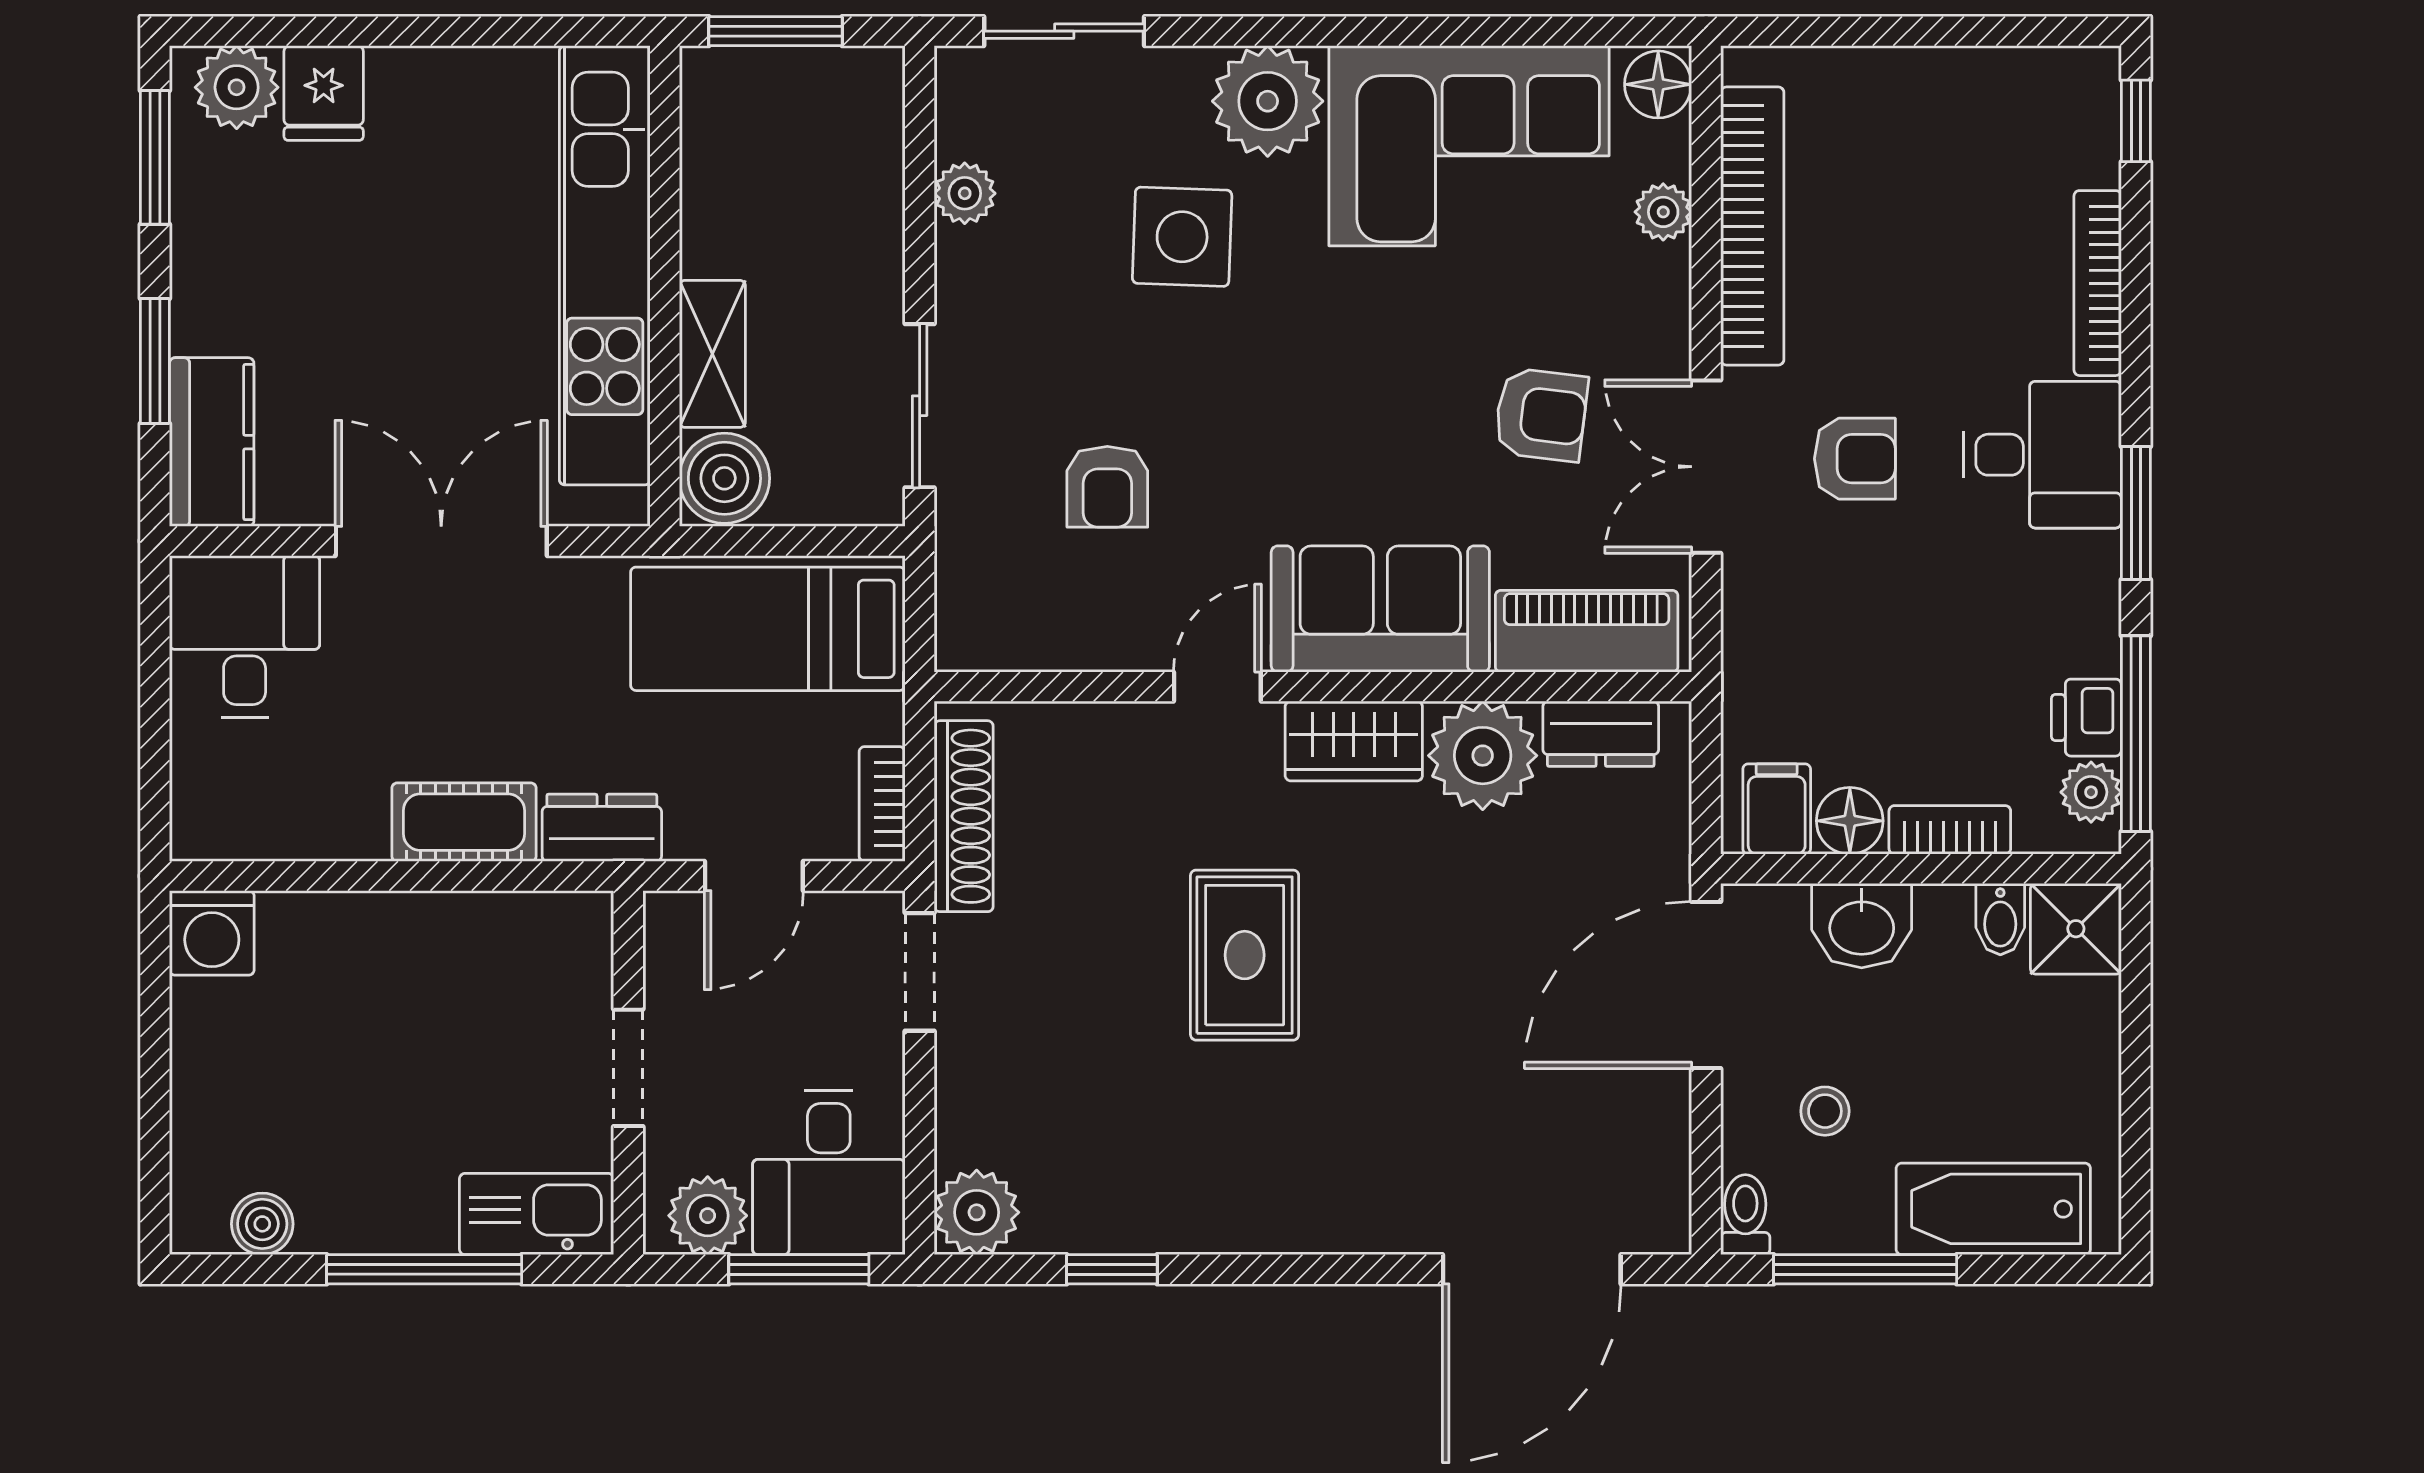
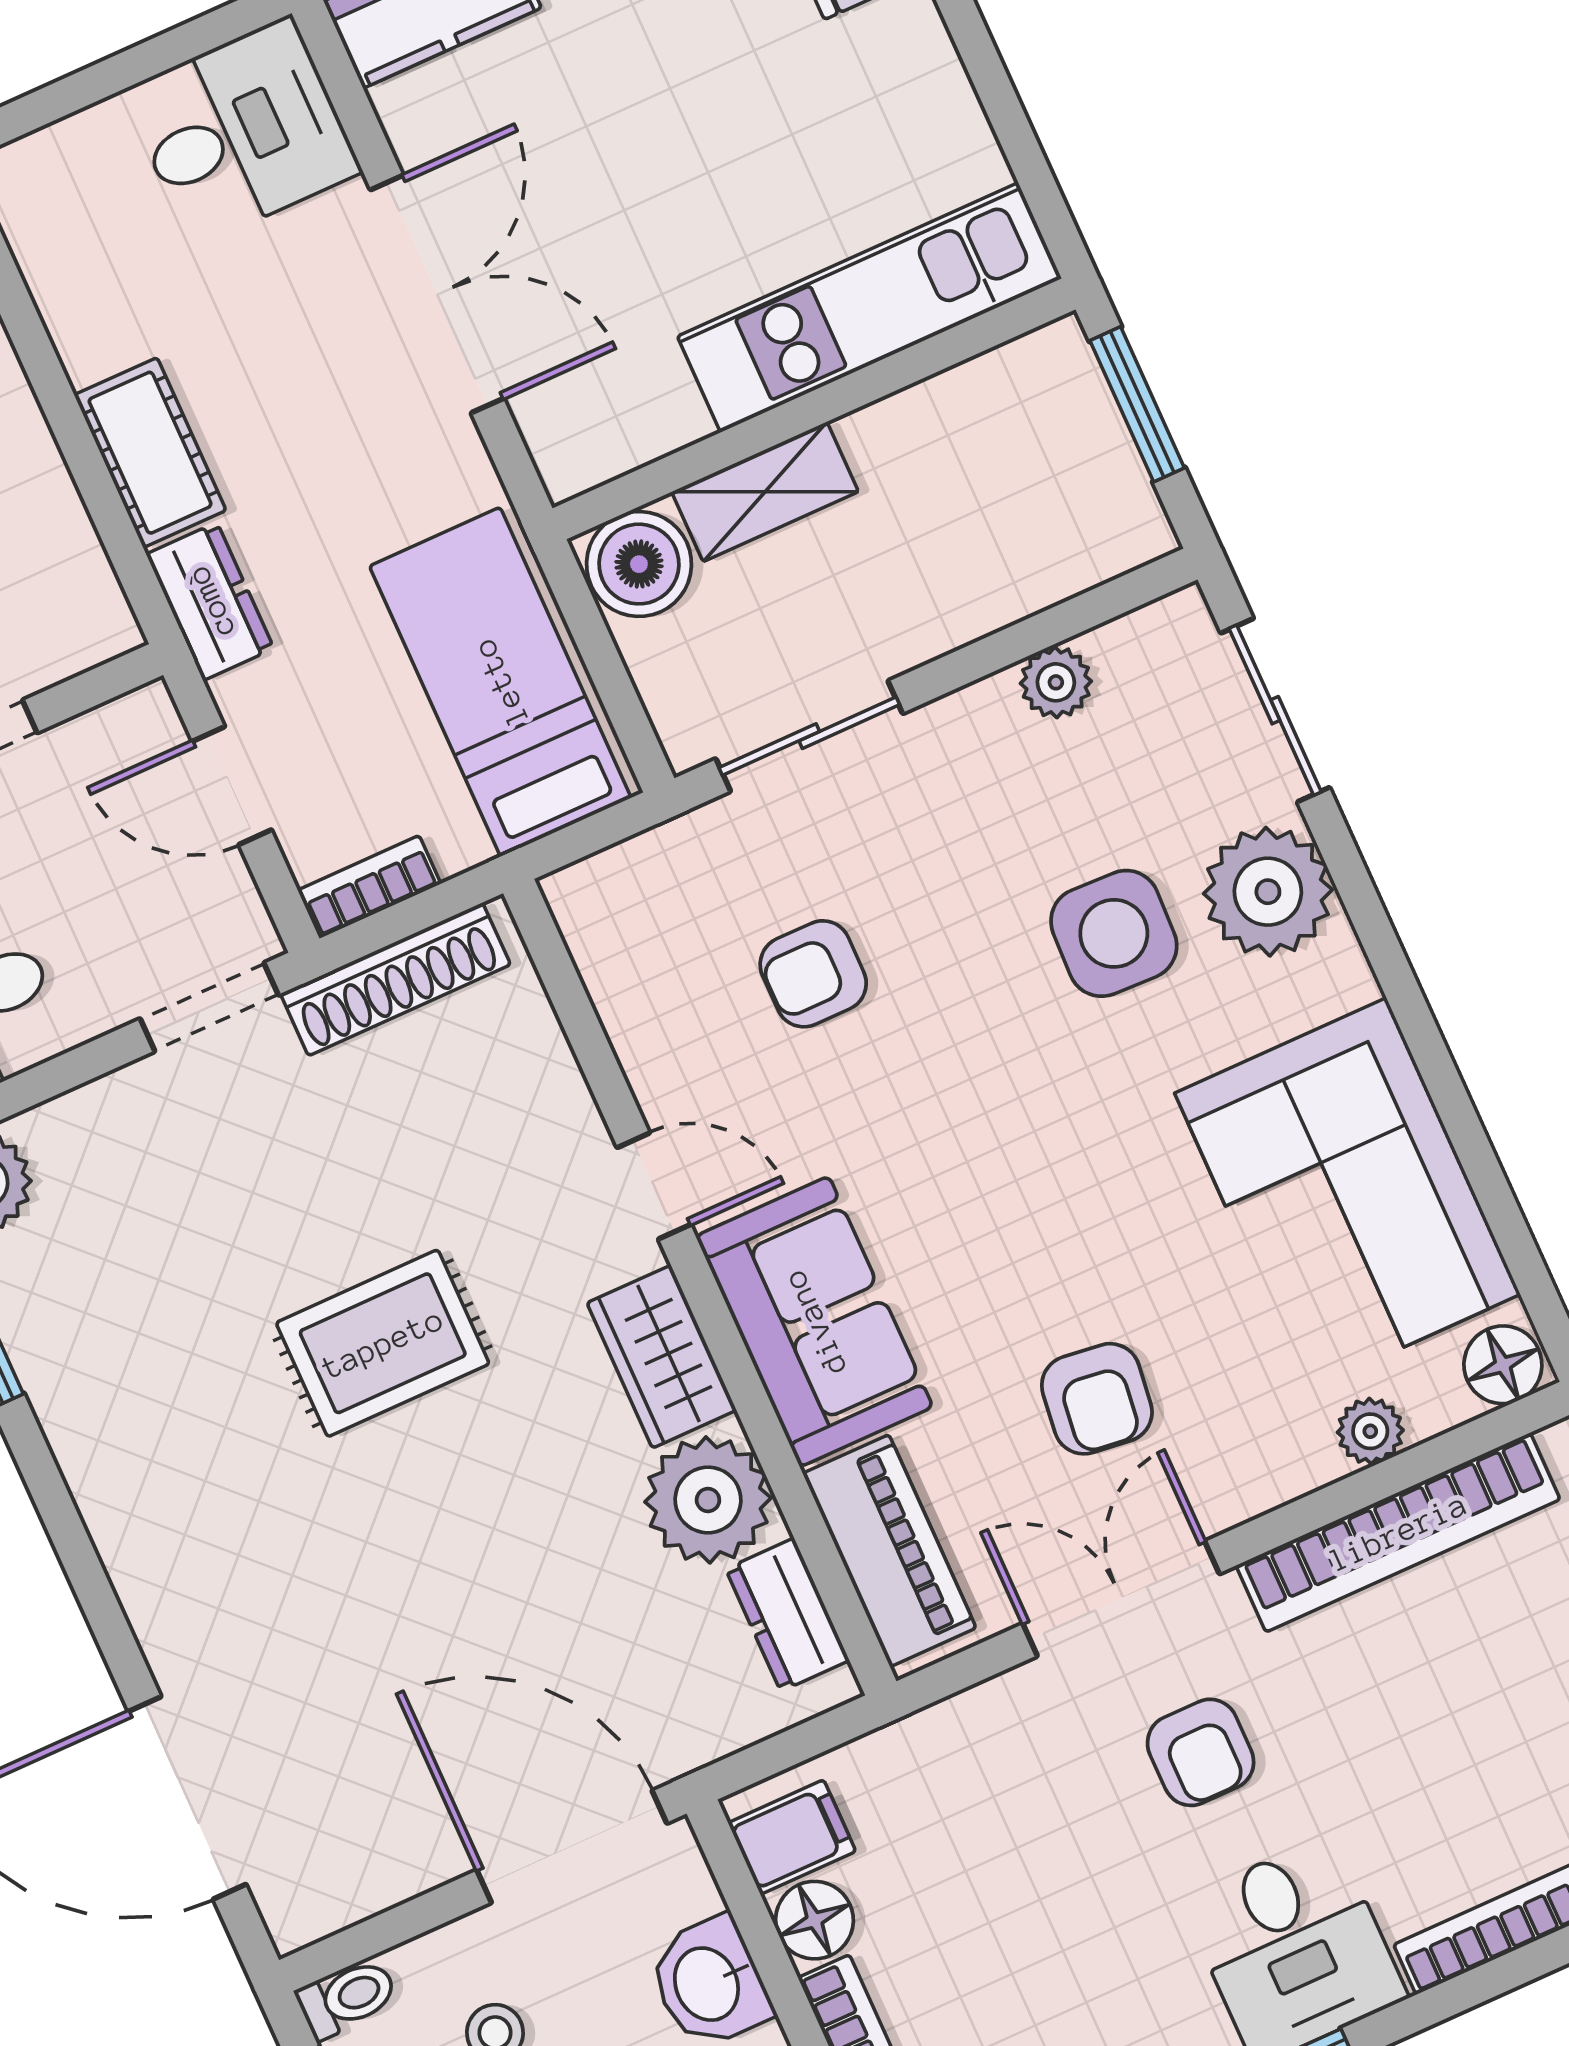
plant: (1268, 101) -> (1268, 892), moved
kitchen unit: (605, 265) -> (869, 307), width x0.73

